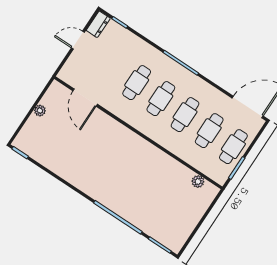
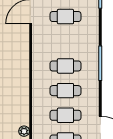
cafe table: (137, 83) -> (65, 17), moved

